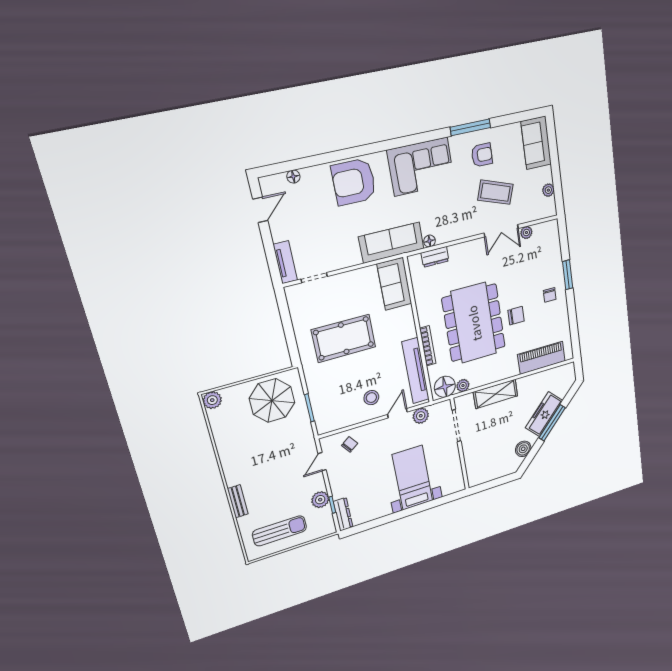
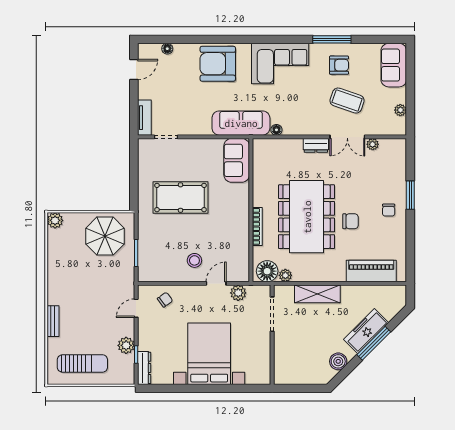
dresser: (435, 257) -> (316, 145), moved
tv unit: (416, 371) -> (241, 247), removed
bed with nightstands: (413, 478) -> (209, 354), width x1.36

